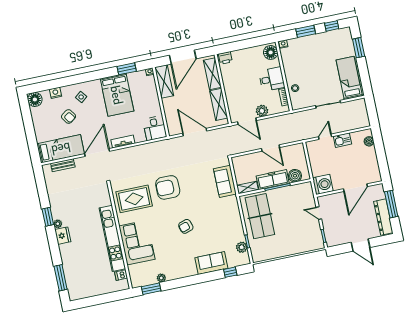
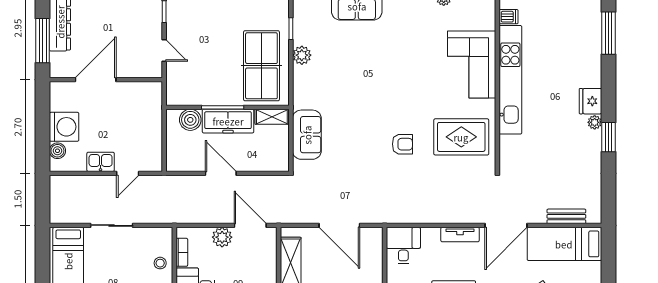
washing machine: (323, 184) -> (64, 127), moved, turned 180
armchair: (168, 187) -> (402, 144), width x0.53, depth x0.53
armchair: (186, 226) -> (386, 74), removed
plant: (242, 247) -> (302, 55), moved

